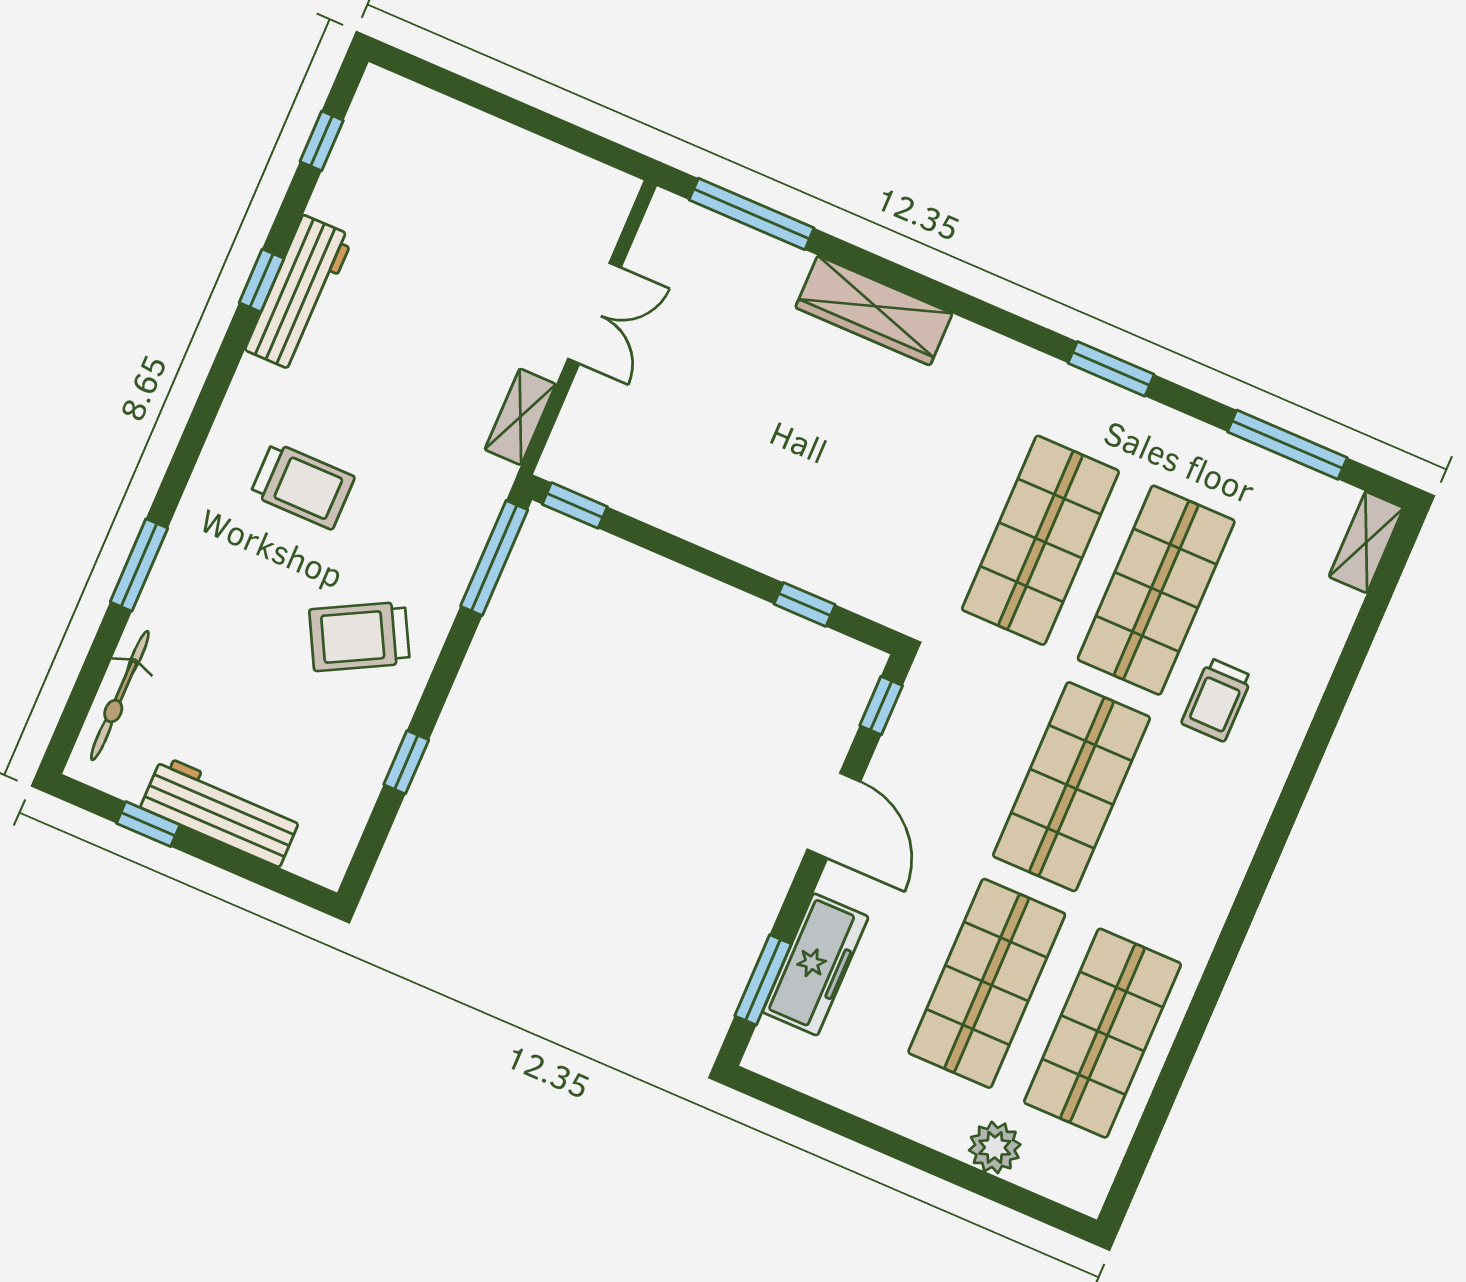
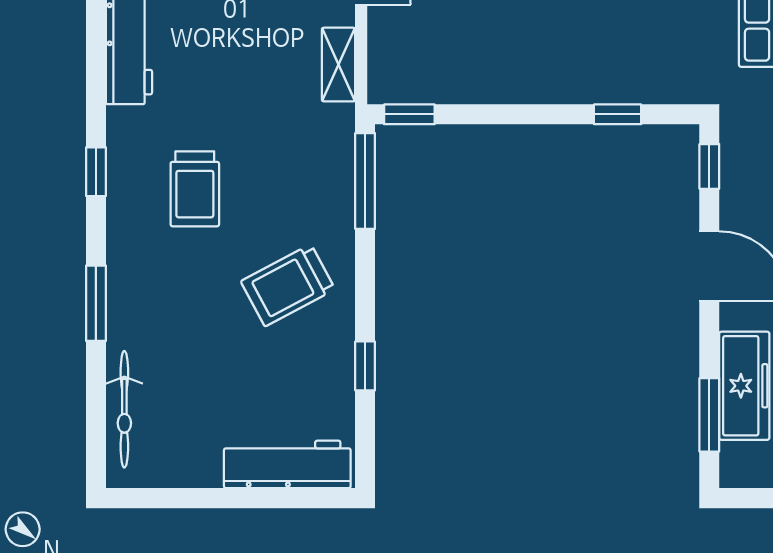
window: (262, 280) -> (96, 172), moved
trolley: (303, 486) -> (195, 189), turned 90
workbench: (221, 811) -> (287, 464), moved
window: (148, 824) -> (188, 498), removed

